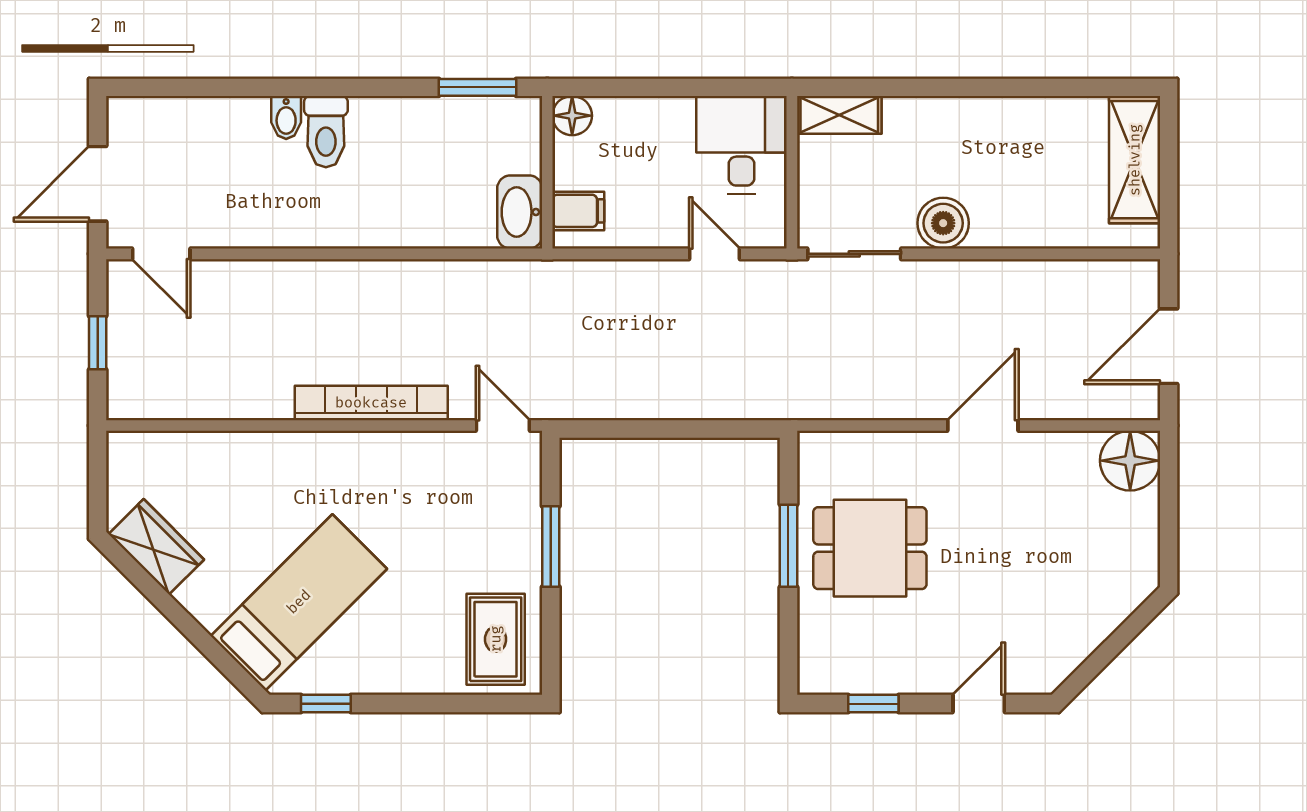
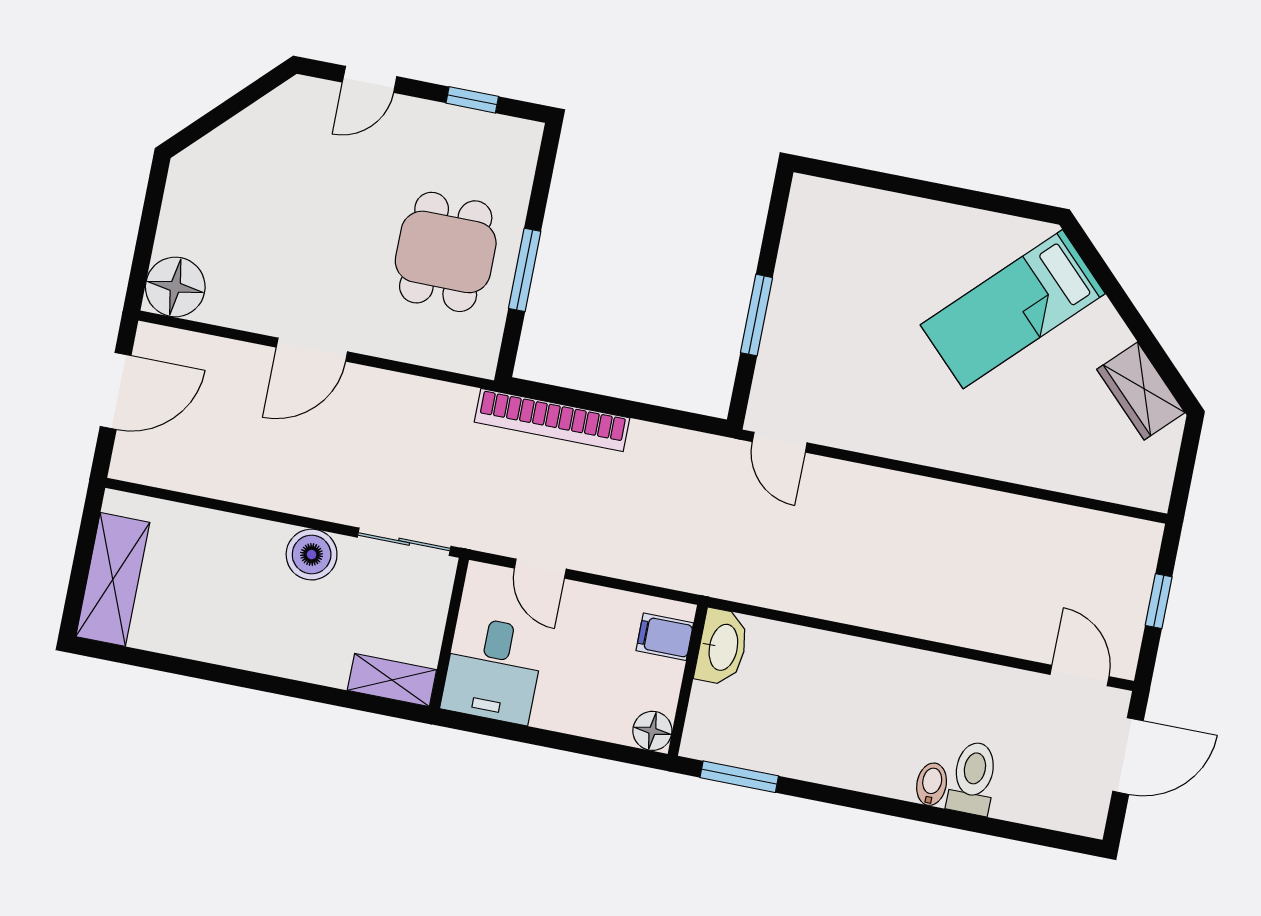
toilet: (326, 132) -> (973, 778), moved
bookcase: (371, 403) -> (552, 420), moved
dining table: (870, 548) -> (446, 252), turned 90
rug: (496, 639) -> (828, 235), removed
window: (326, 704) -> (1006, 205), removed

